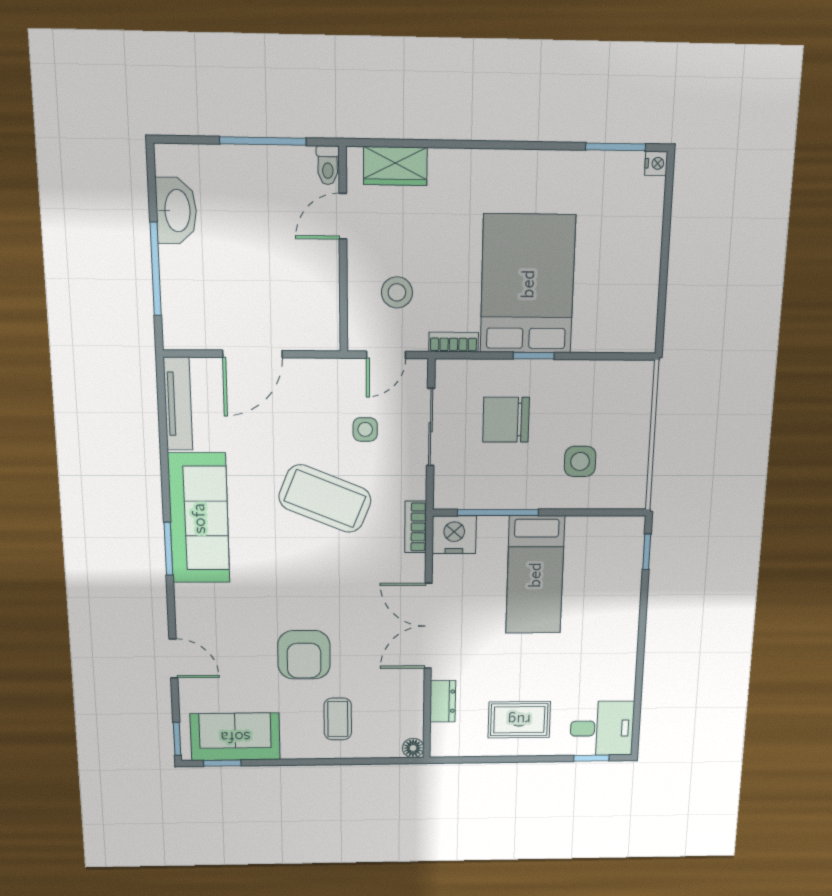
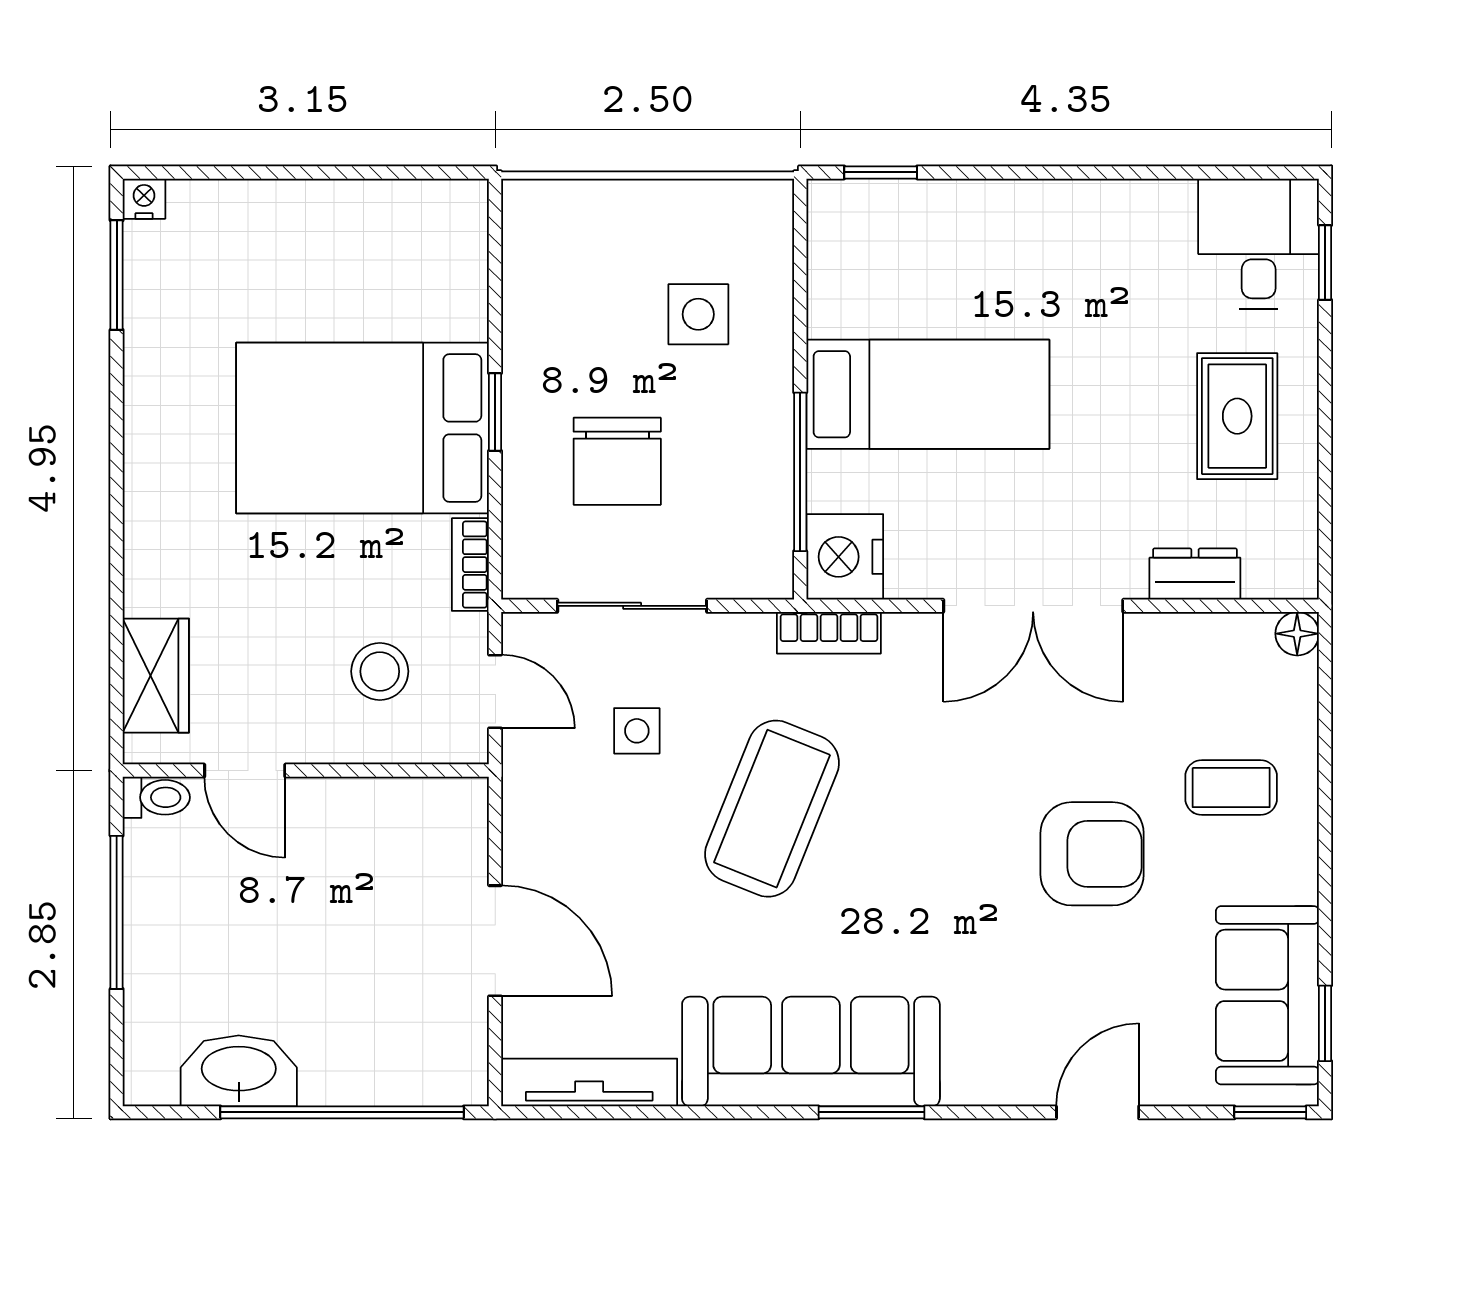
window: (156, 269) -> (342, 1112), width x1.46

